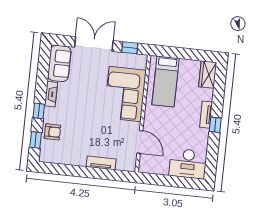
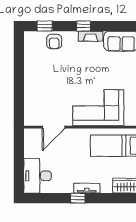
window: (39, 111) -> (83, 26), moved
tv unit: (101, 163) -> (29, 92), removed

